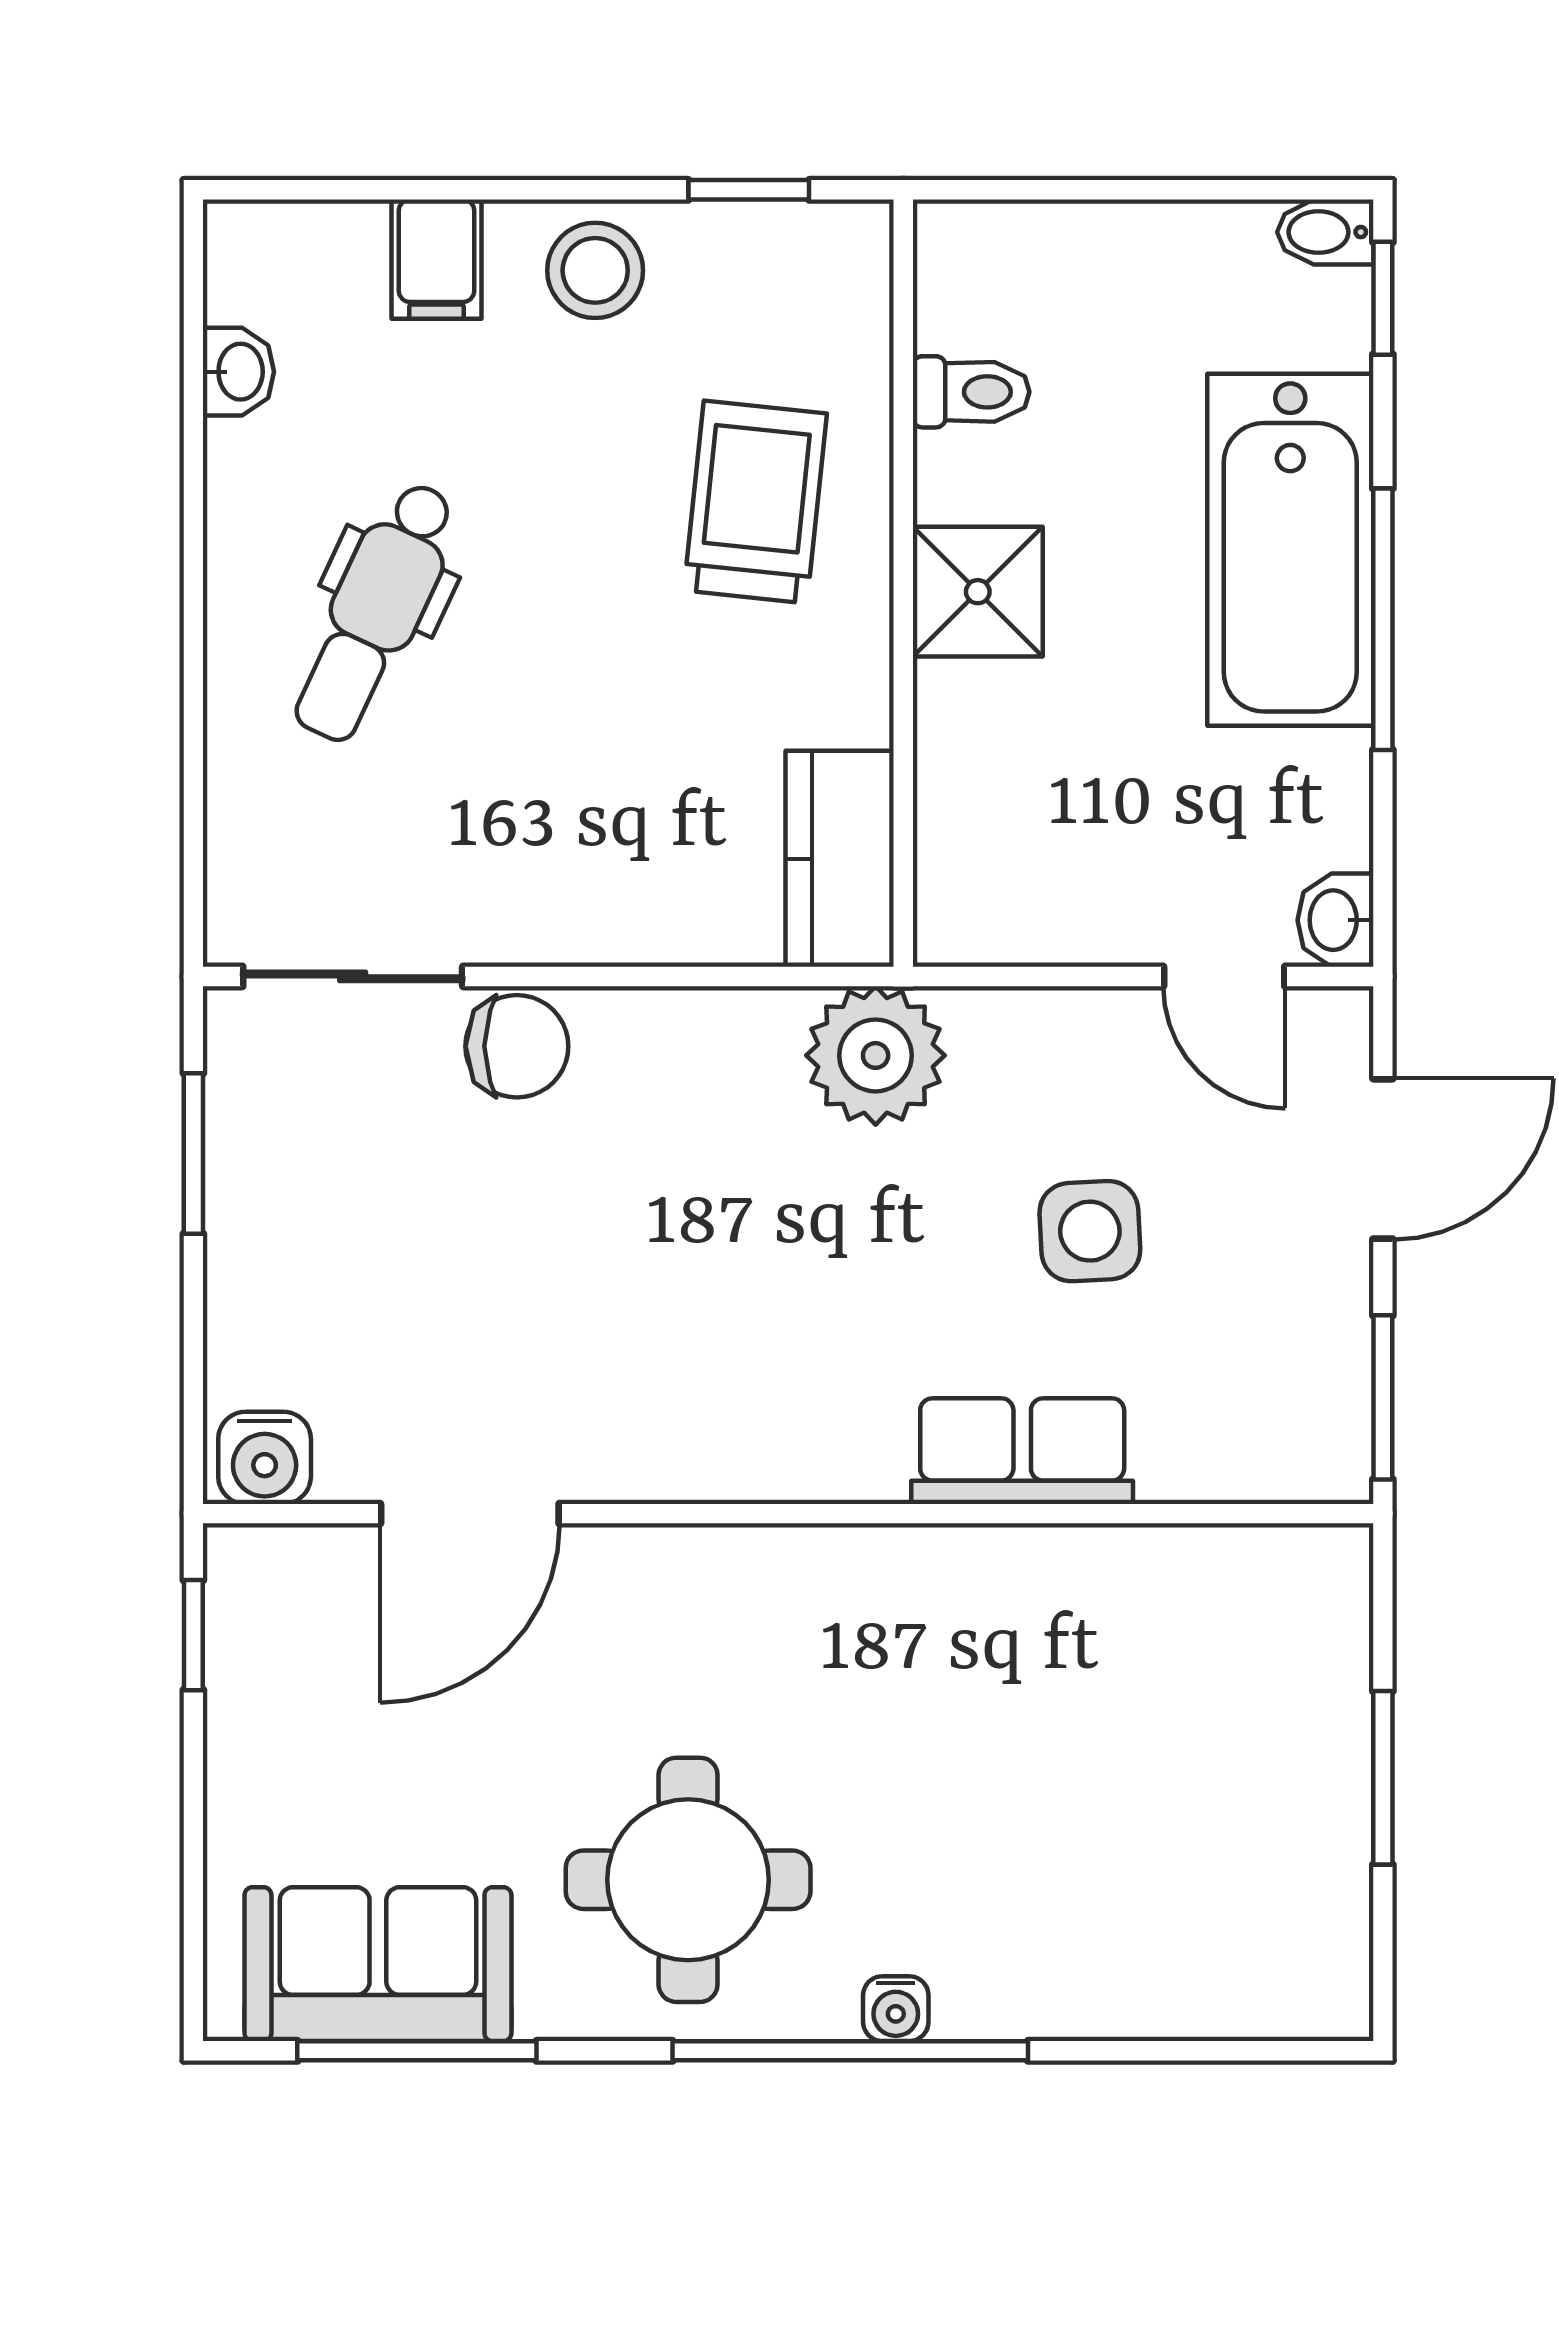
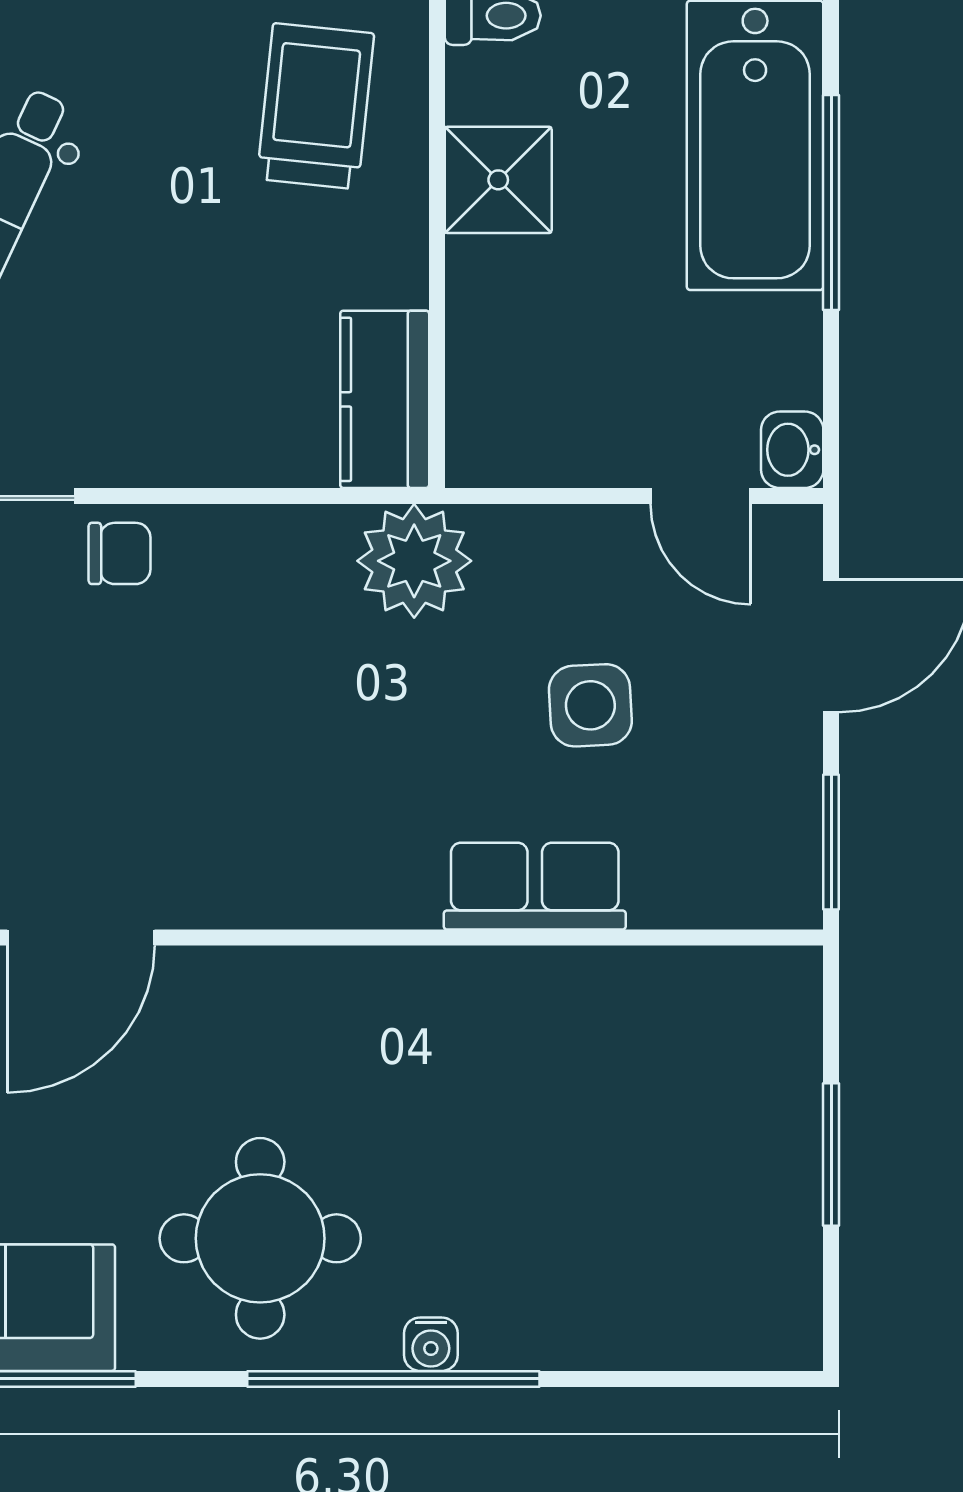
chair: (517, 1046) -> (120, 553), width x0.73, depth x0.73

